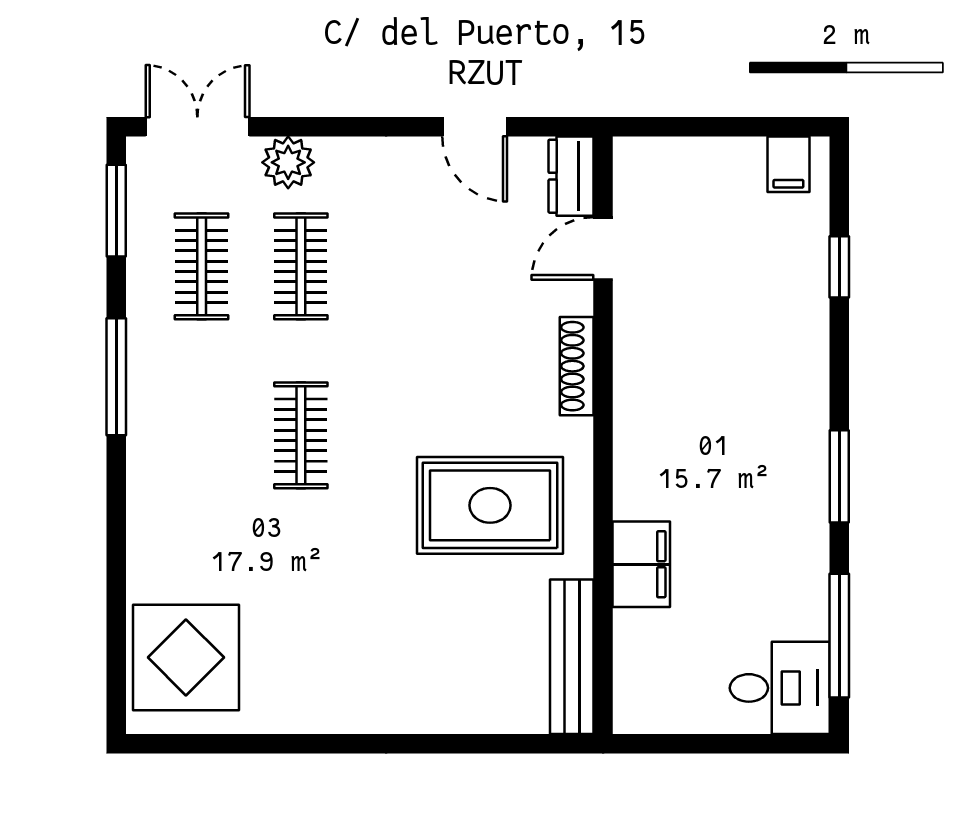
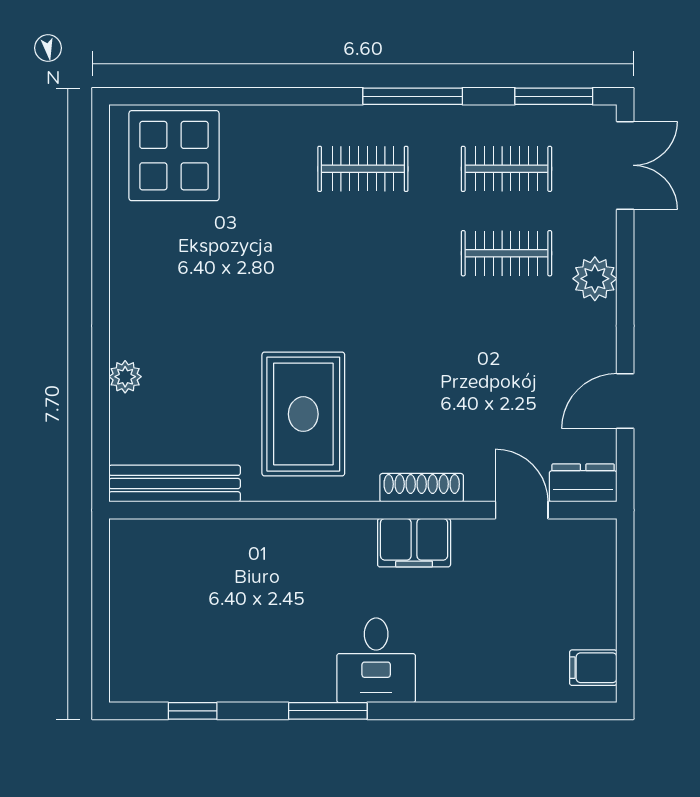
plant: (288, 162) -> (595, 279), moved
window: (839, 267) -> (506, 711), removed
clothes rail: (301, 435) -> (363, 169), moved
filing cabinet: (641, 564) -> (414, 543), moved
window: (839, 636) -> (193, 711), width x0.46
desk: (780, 688) -> (376, 660), moved
plant: (446, 715) -> (125, 377), added

